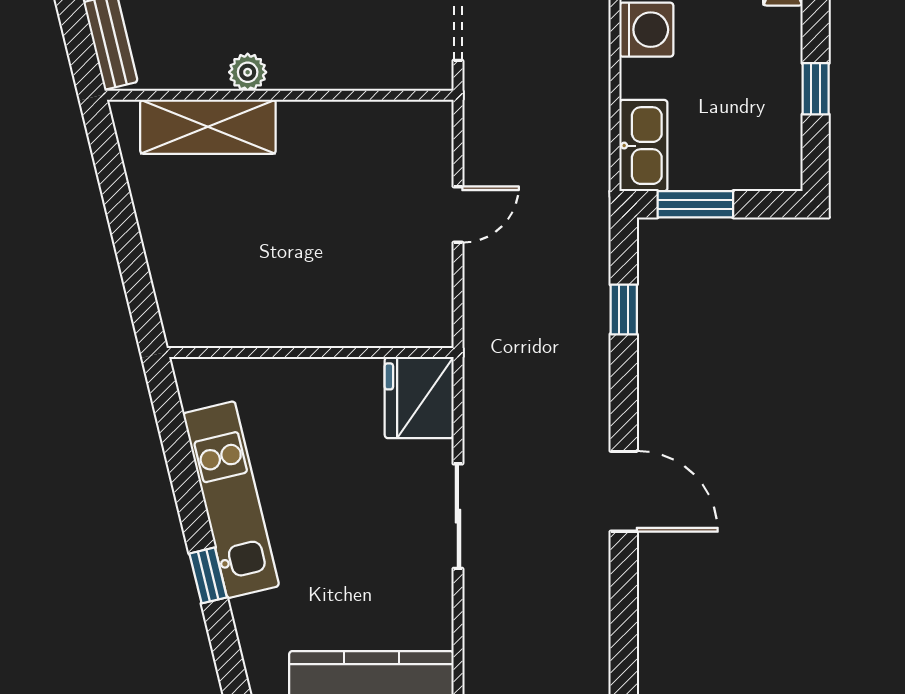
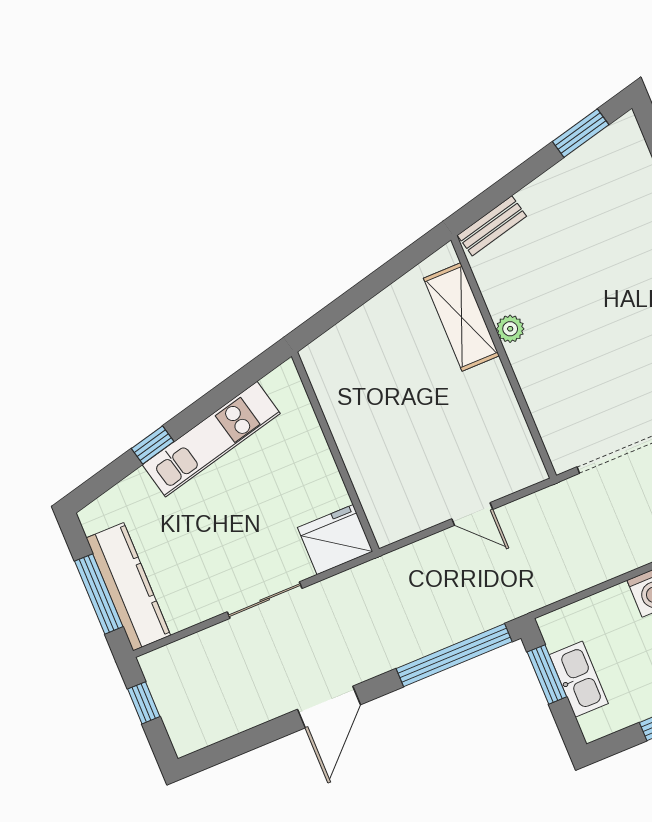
kitchen sink: (643, 146) -> (579, 679), moved, turned -90
window: (624, 309) -> (454, 655), width x3.17

